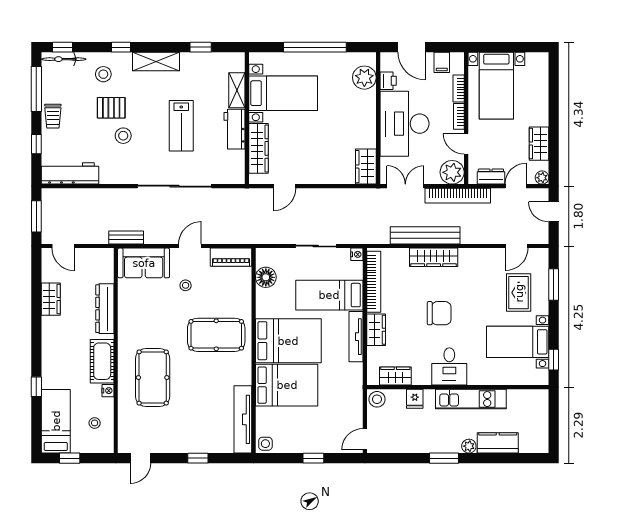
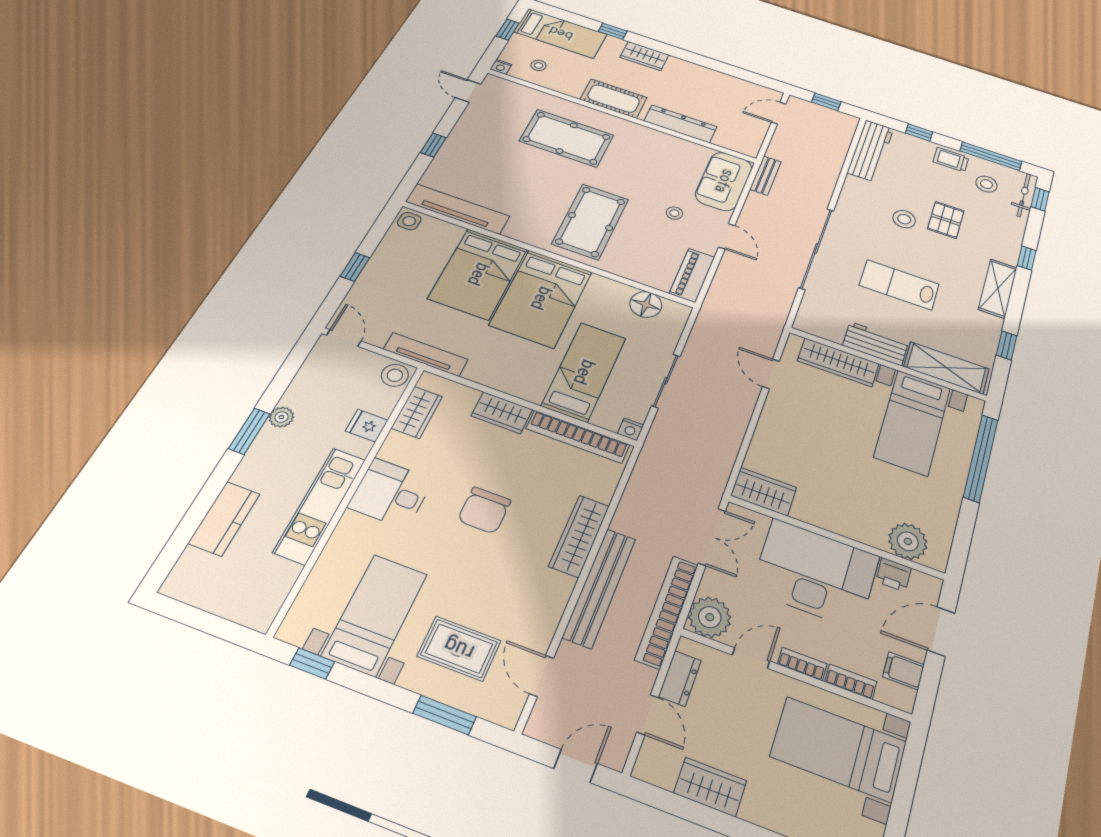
window: (315, 47) -> (981, 458), moved
stool: (103, 74) -> (986, 184), moved
shelving: (237, 90) -> (946, 368), width x1.50, depth x1.33
plant: (542, 178) -> (646, 768), removed
window: (36, 216) -> (826, 102), width x0.67
bench: (425, 235) -> (599, 588), moved
wardrobe: (51, 299) -> (644, 56), moved
tv unit: (356, 337) -> (426, 354), moved
nightstand: (108, 391) -> (501, 67), moved
plant: (469, 446) -> (281, 417), moved

